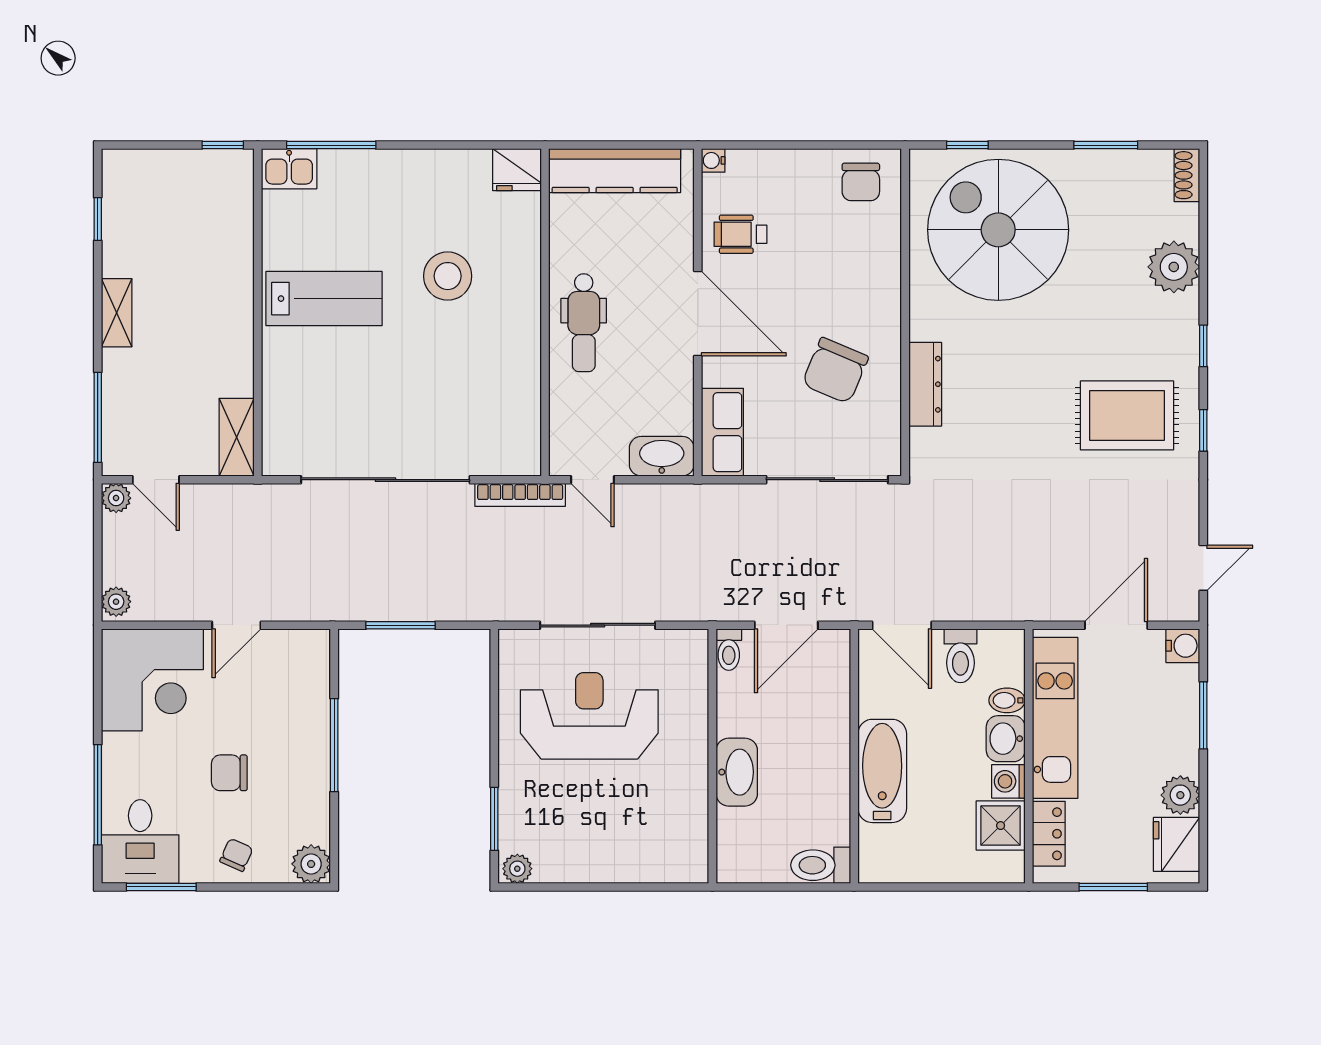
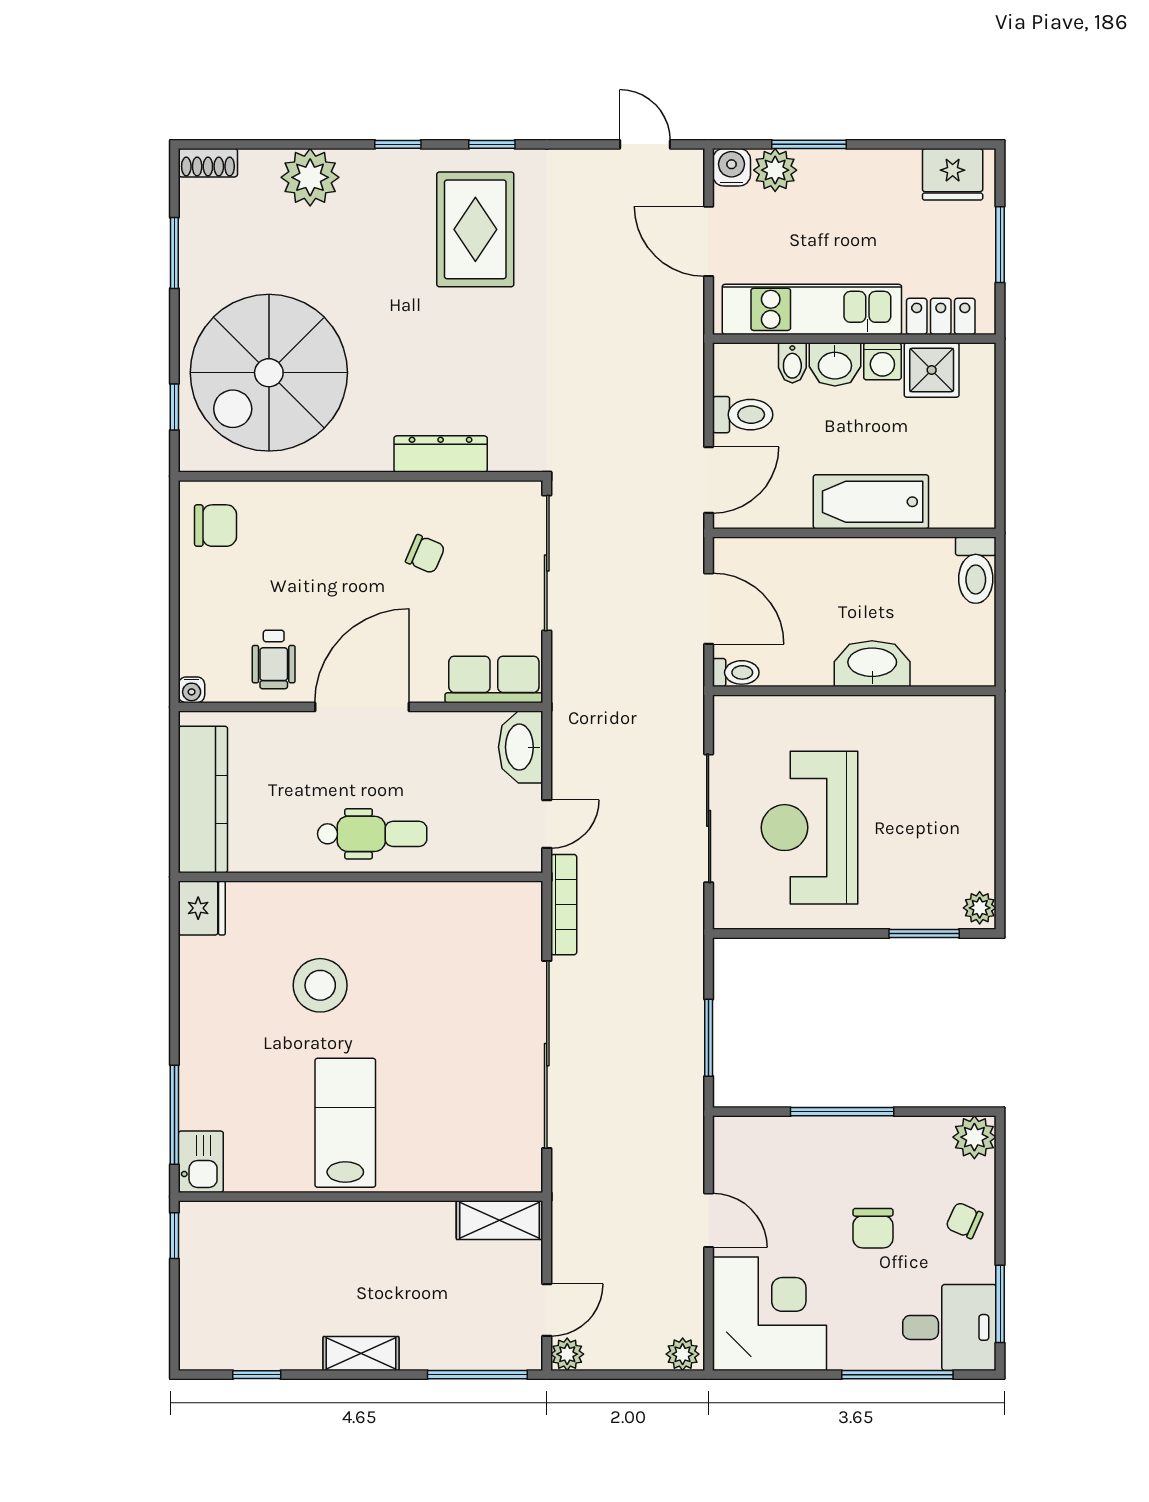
chair: (835, 370) -> (425, 554), width x0.54, depth x0.54
plant: (1180, 795) -> (775, 170), moved

